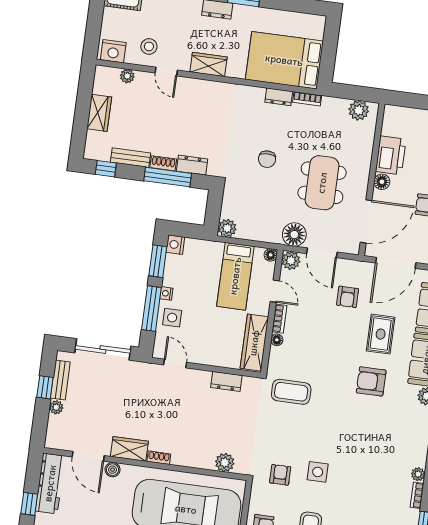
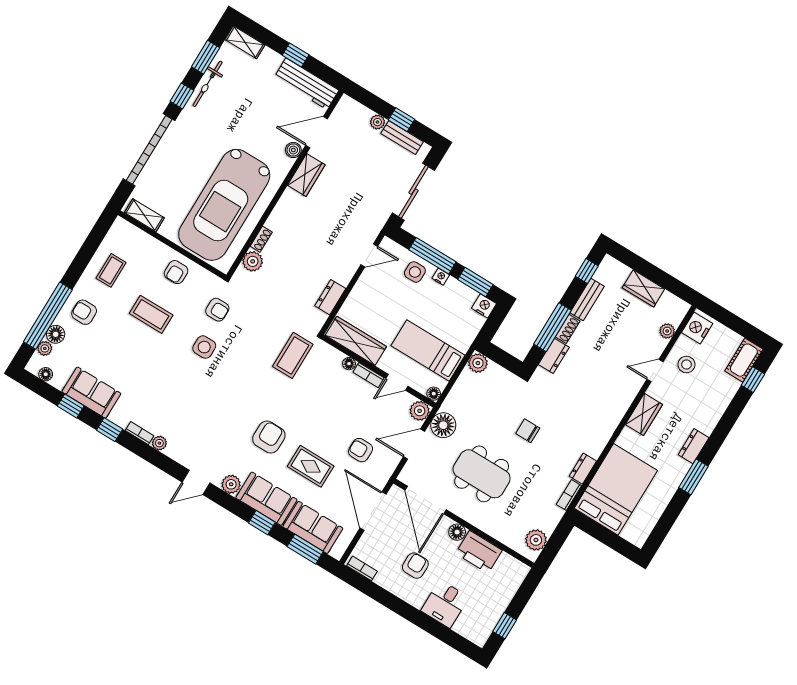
shoe rack: (159, 458) -> (261, 239), moved

